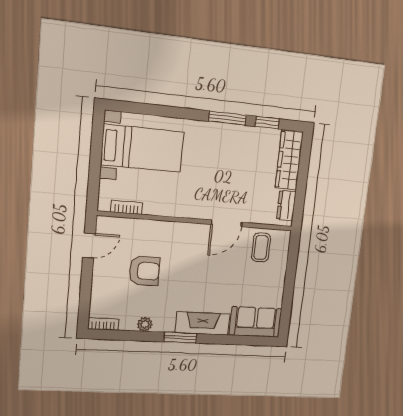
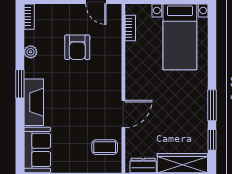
door: (226, 223) -> (123, 114), swing flipped

